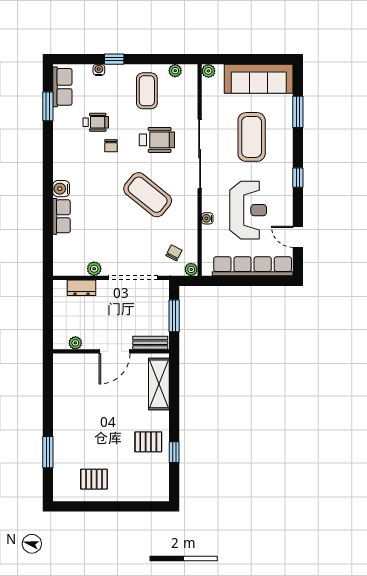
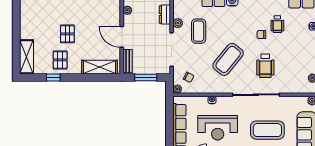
coffee table: (147, 91) -> (199, 31), moved, turned 90
pallet: (94, 479) -> (67, 34), moved
shelving: (144, 491) -> (27, 57), added

